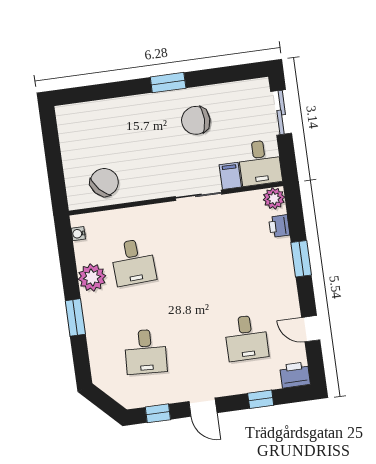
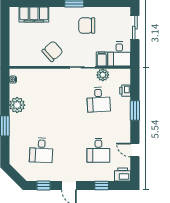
filing cabinet: (100, 114) -> (34, 14), added
chair: (104, 182) -> (52, 51), moved
plant: (274, 198) -> (103, 75), moved
desk: (133, 262) -> (98, 100), moved

